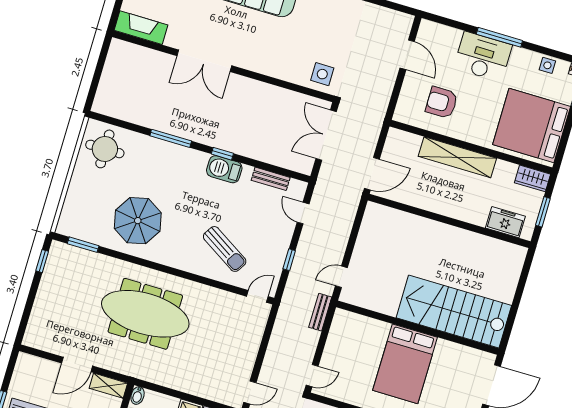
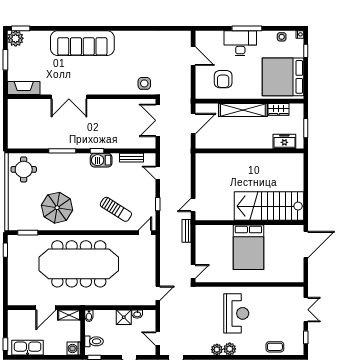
armchair: (442, 102) -> (223, 79), turned -90
door: (372, 174) -> (193, 124), moved
wardrobe: (533, 178) -> (278, 109), moved
meeting table: (145, 314) -> (79, 264), width x1.36, depth x1.27

